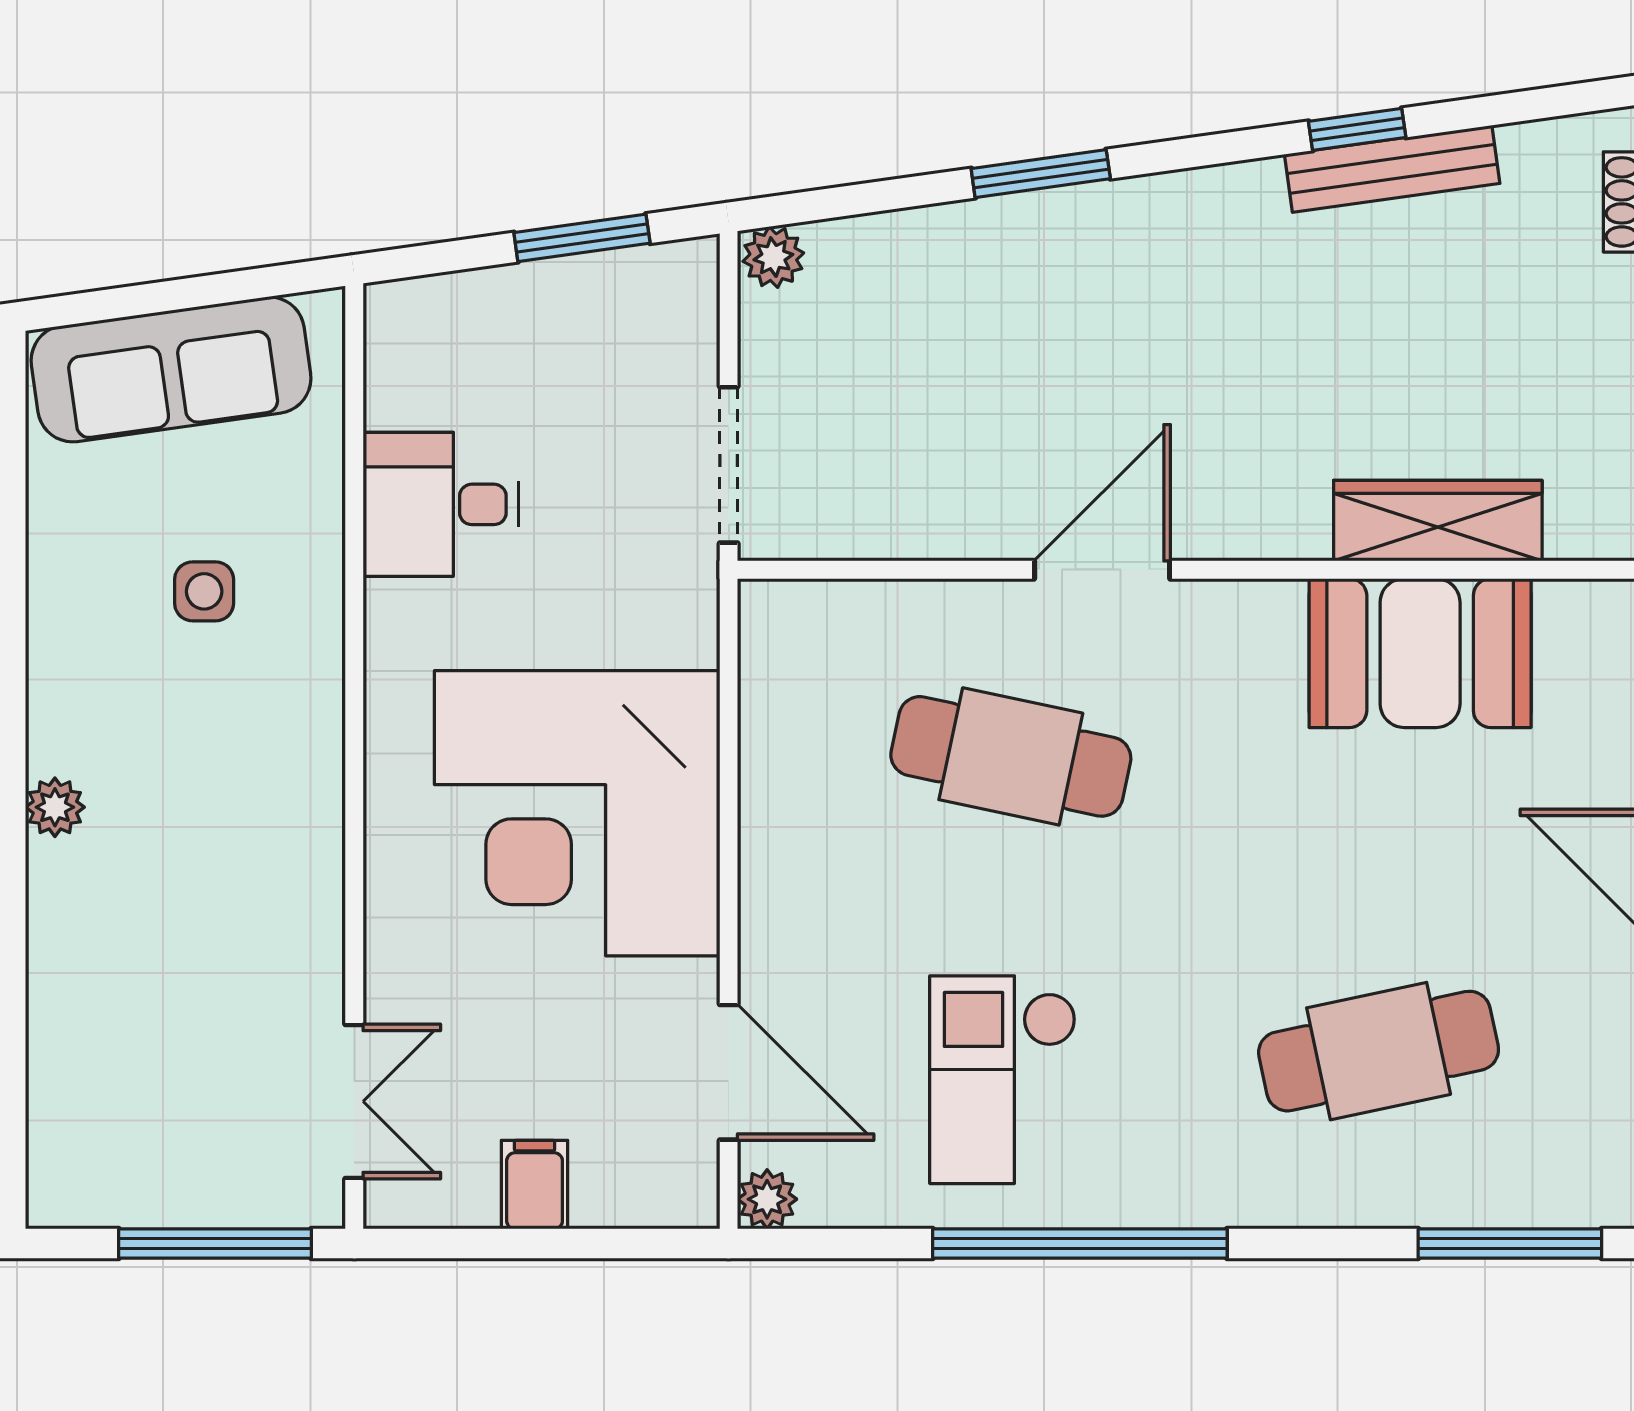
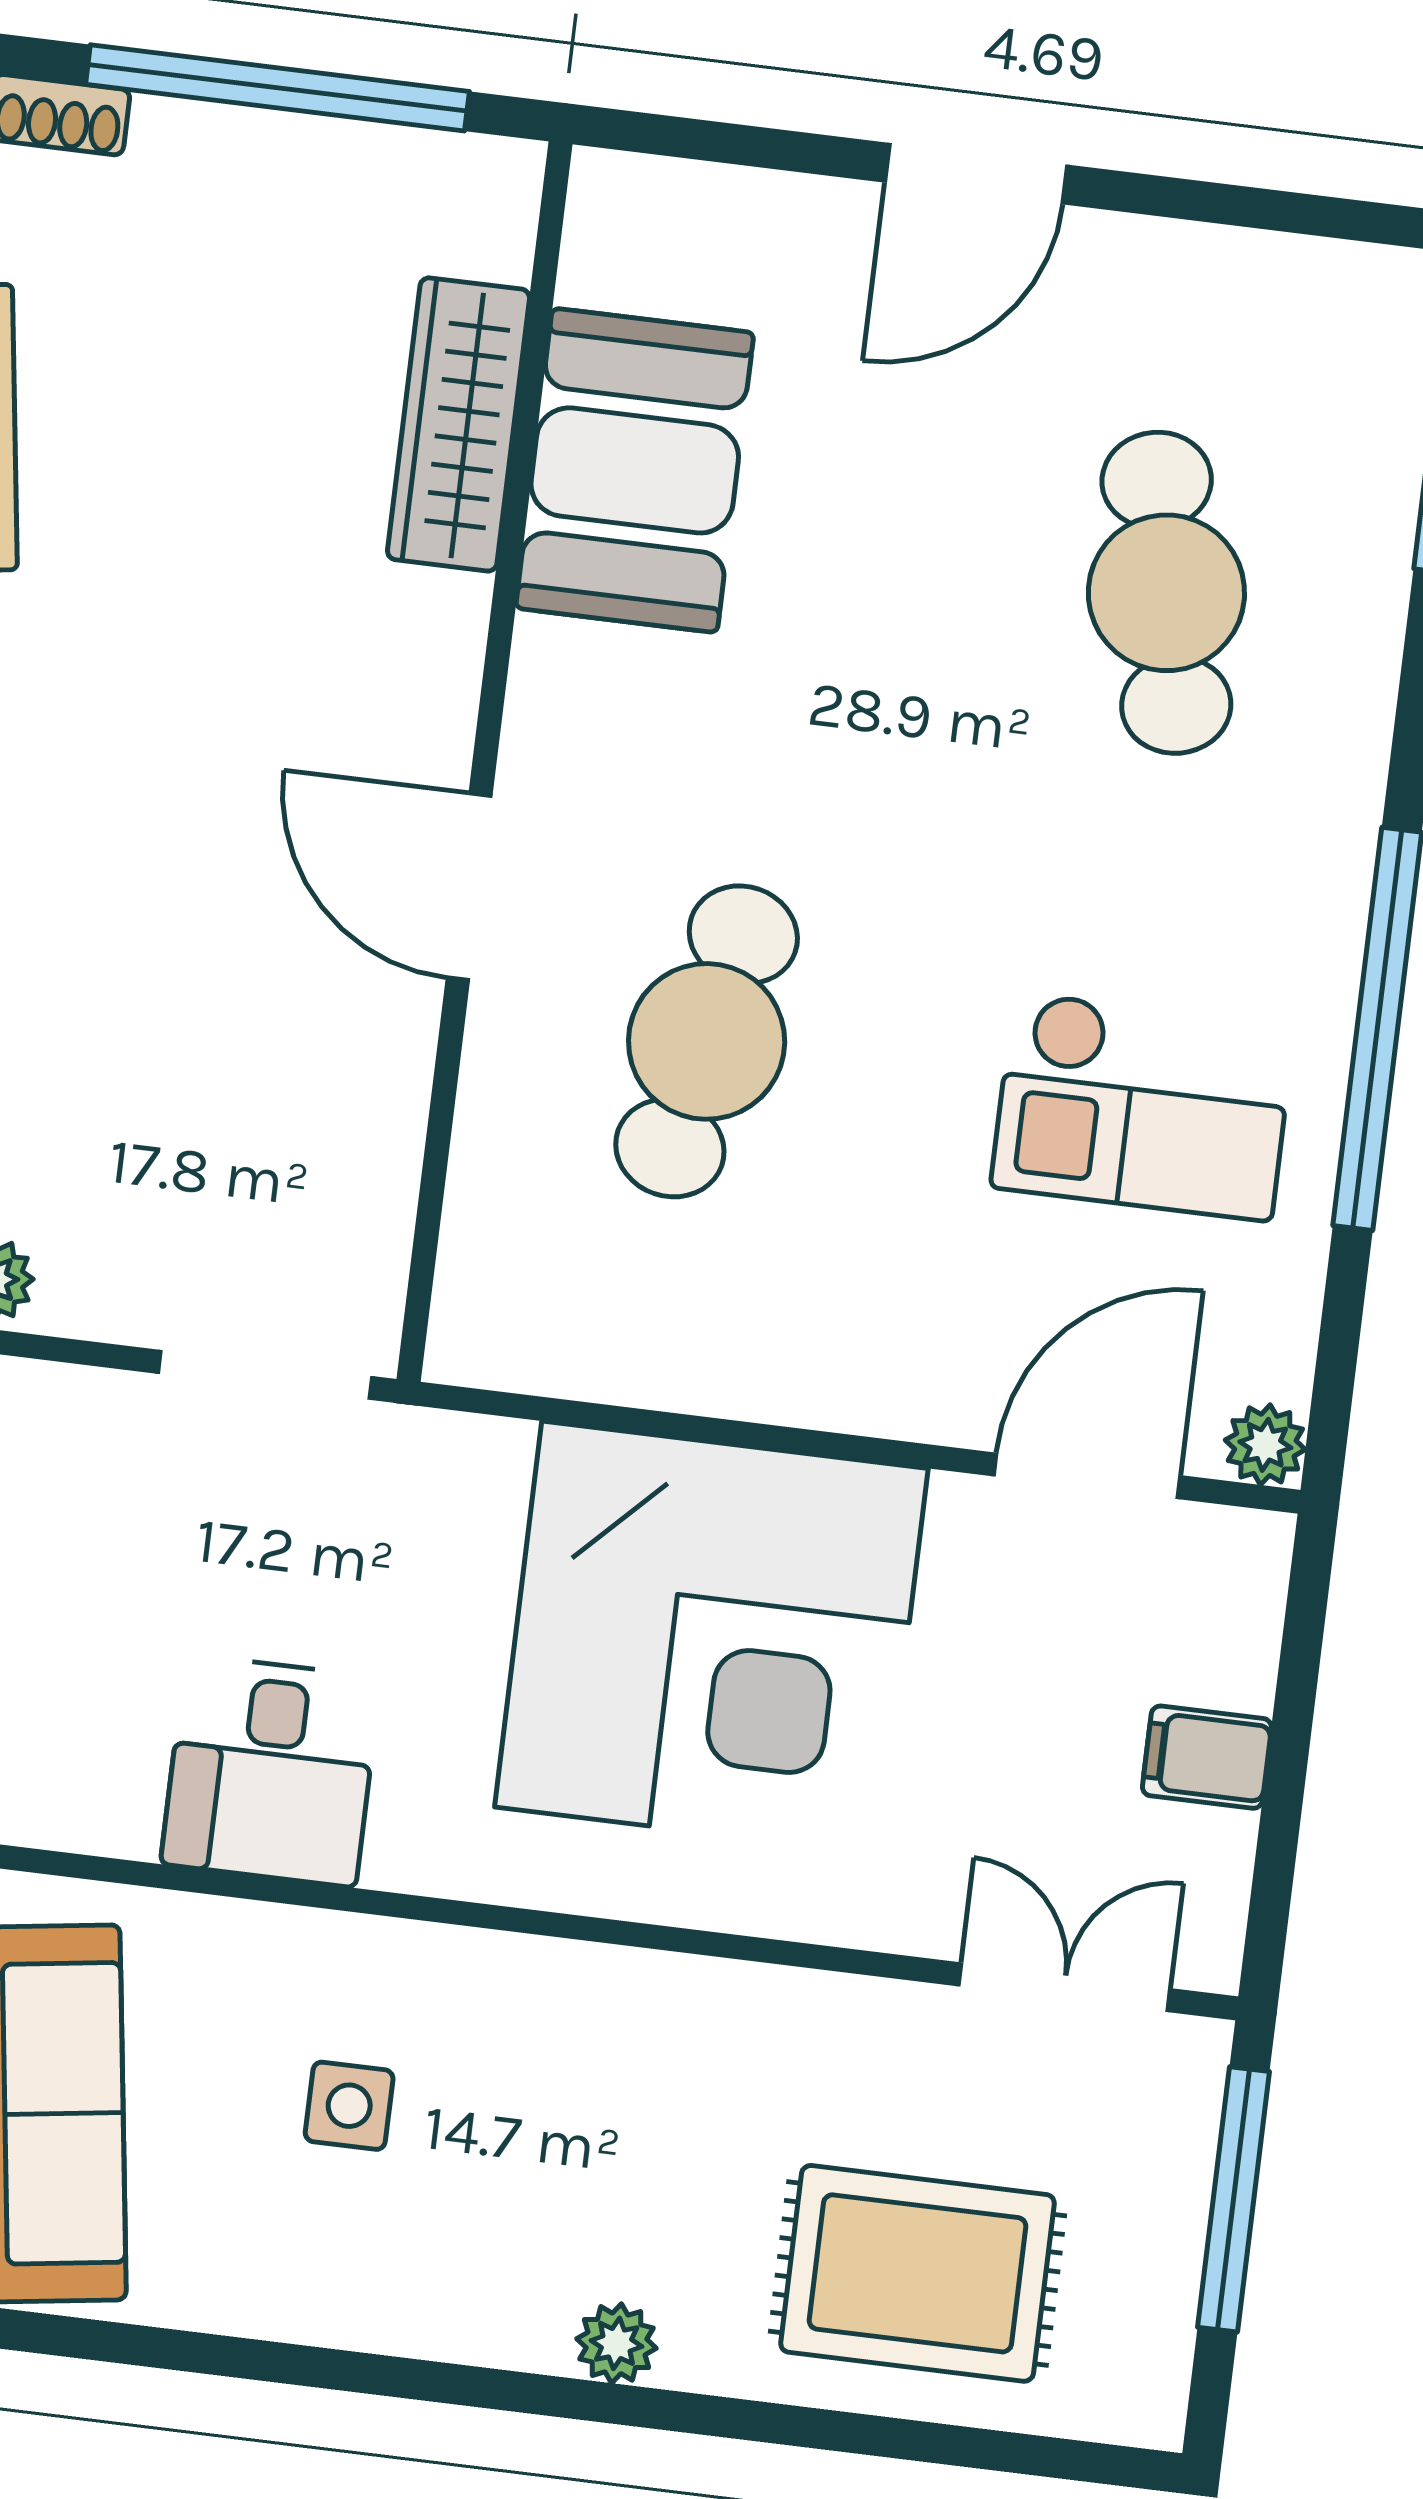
rug: (133, 1020) -> (917, 2273), added

